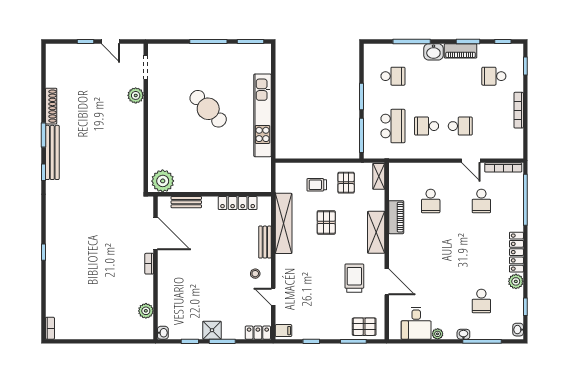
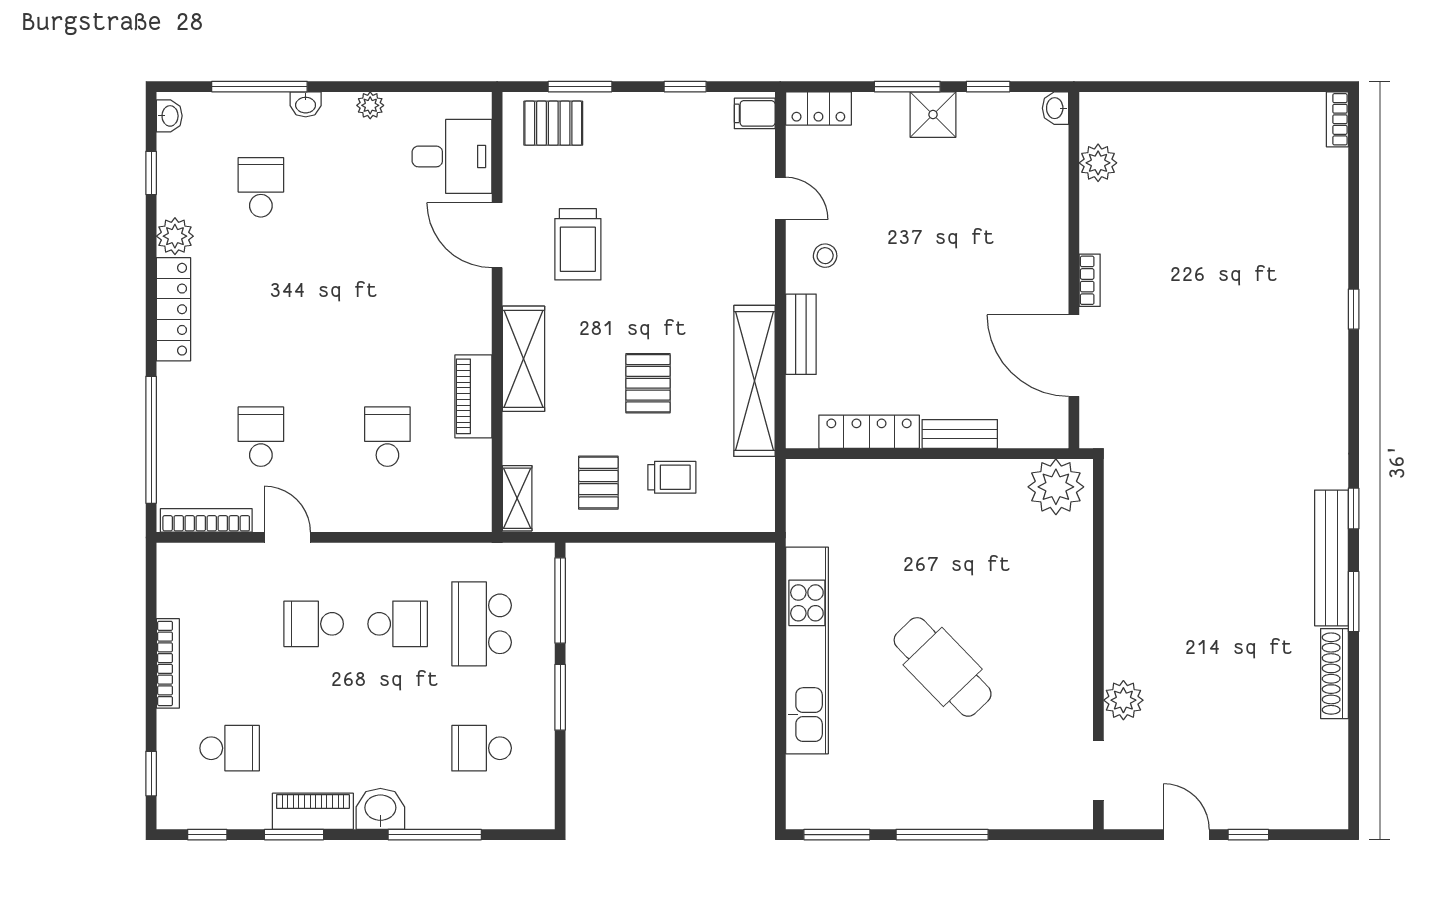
bench: (186, 202) -> (960, 434), moved
desk: (416, 323) -> (452, 156), moved, turned 90

